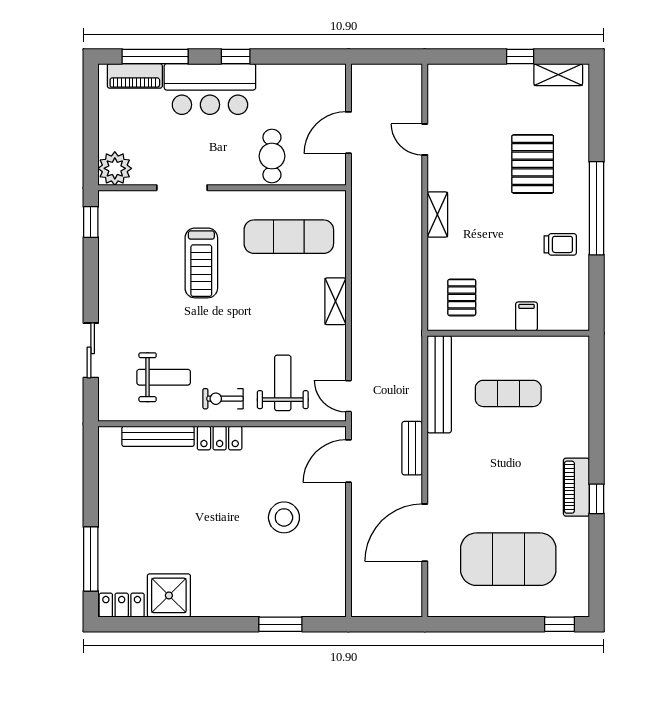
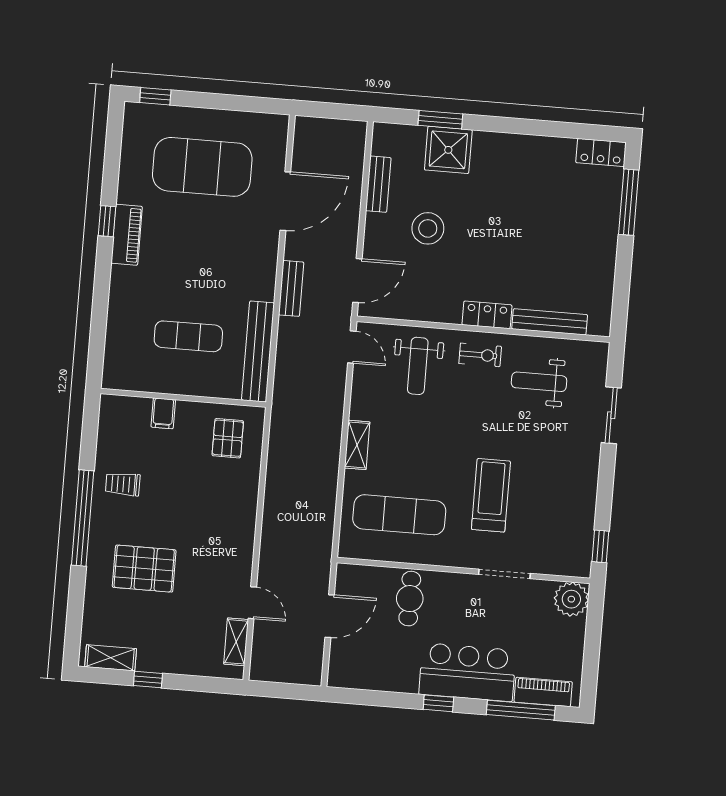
pallet: (533, 164) -> (144, 569), turned 90
shelving: (437, 215) -> (236, 642), moved
bench: (336, 556) -> (378, 184), added
shower: (169, 595) -> (448, 150), moved

